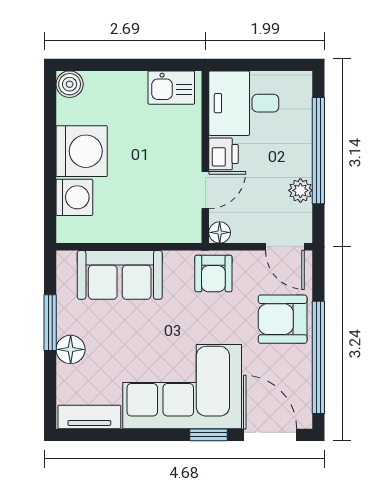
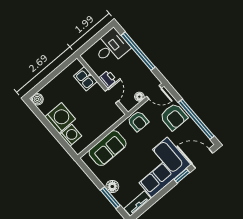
kitchen sink: (171, 88) -> (85, 79), moved, turned 90
desk: (244, 103) -> (111, 47), moved, turned 180
plant: (300, 190) -> (143, 69), removed
floor lamp: (220, 232) -> (139, 97), moved
armchair: (283, 319) -> (174, 117), turned -90
window: (50, 323) -> (110, 198), moved

